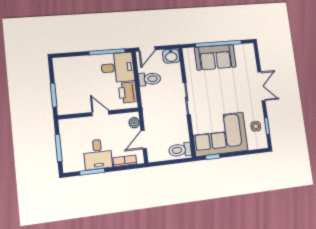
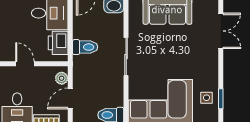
toilet: (150, 79) -> (85, 47), moved
double door: (261, 86) -> (221, 31), moved

